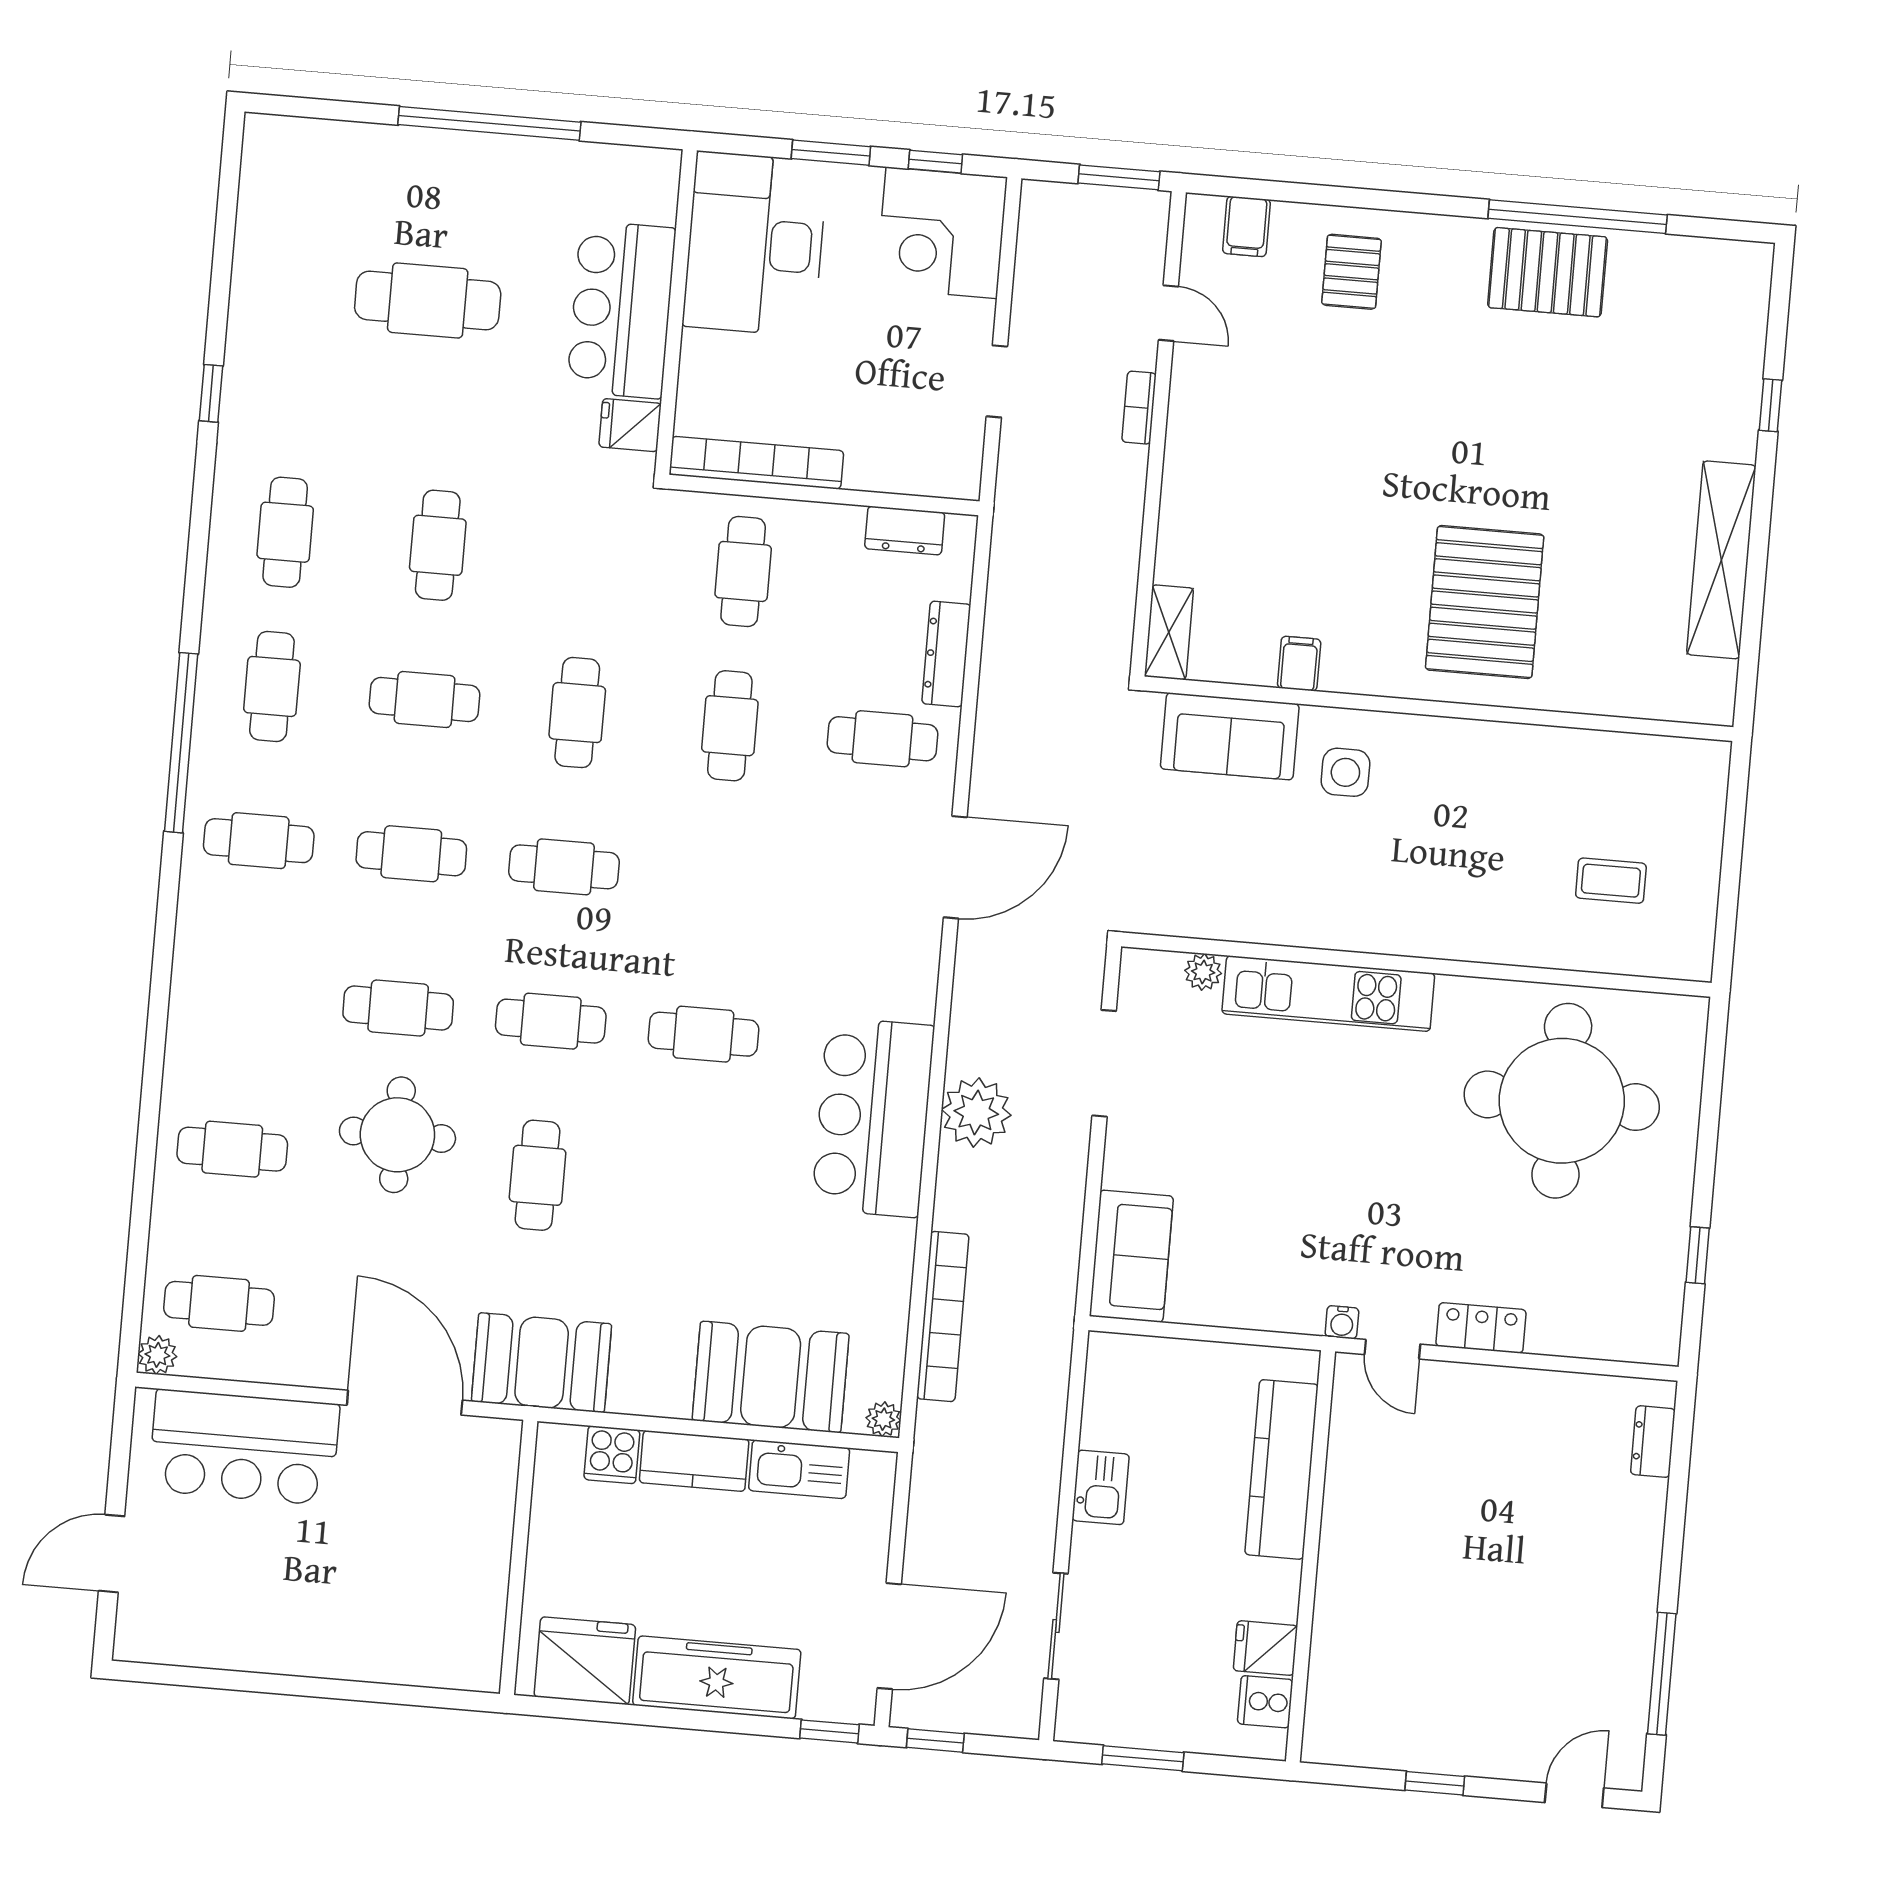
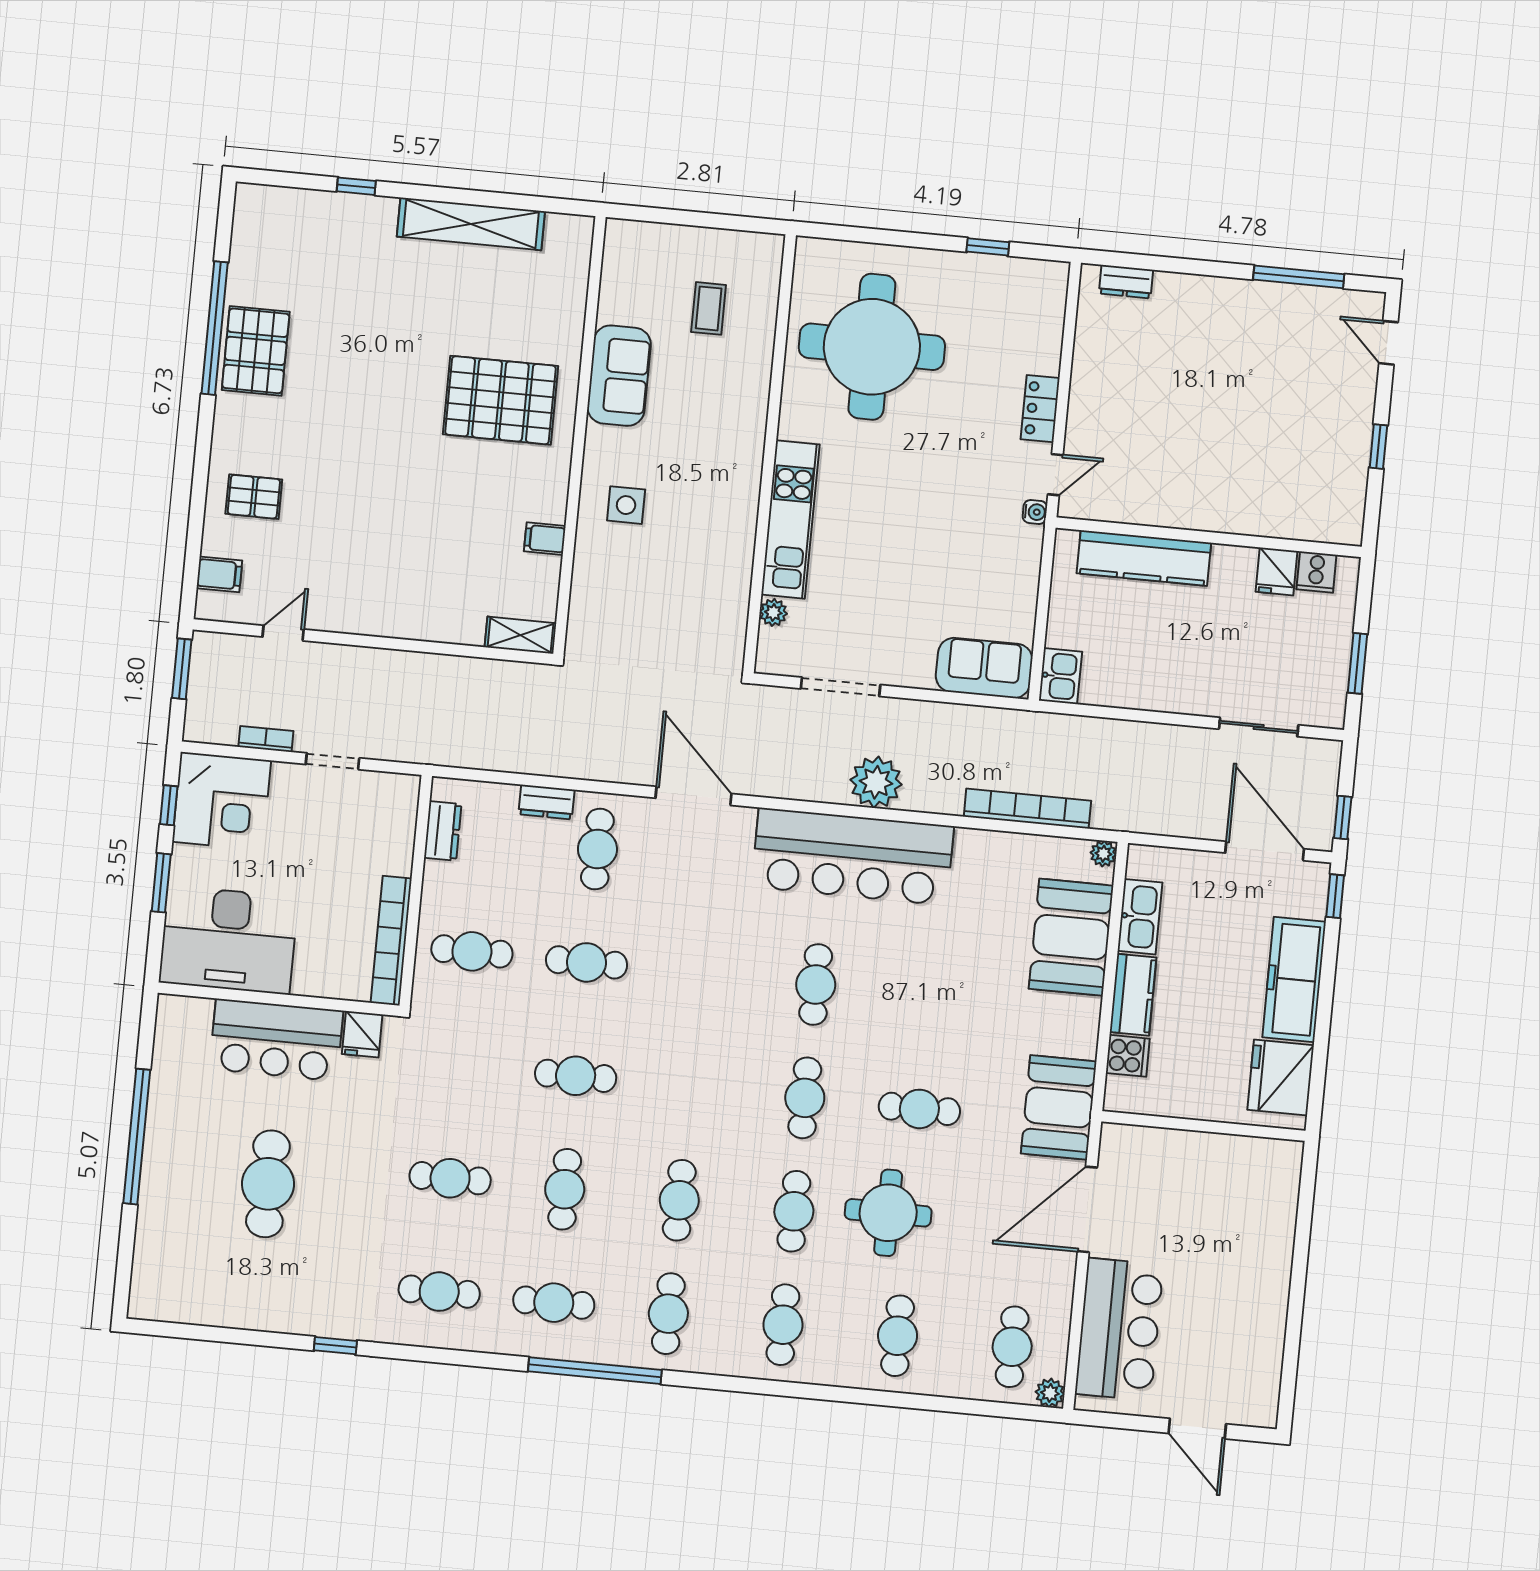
bookcase: (1139, 408) -> (266, 739), moved, turned 180
dresser: (946, 654) -> (547, 802), width x0.70
sofa: (1230, 736) -> (619, 376), moved
cafe table: (564, 867) -> (783, 1325), moved
bar counter: (873, 1117) -> (853, 857), width x1.36
kitchen sink: (1101, 1487) -> (1060, 676), moved, turned 90

